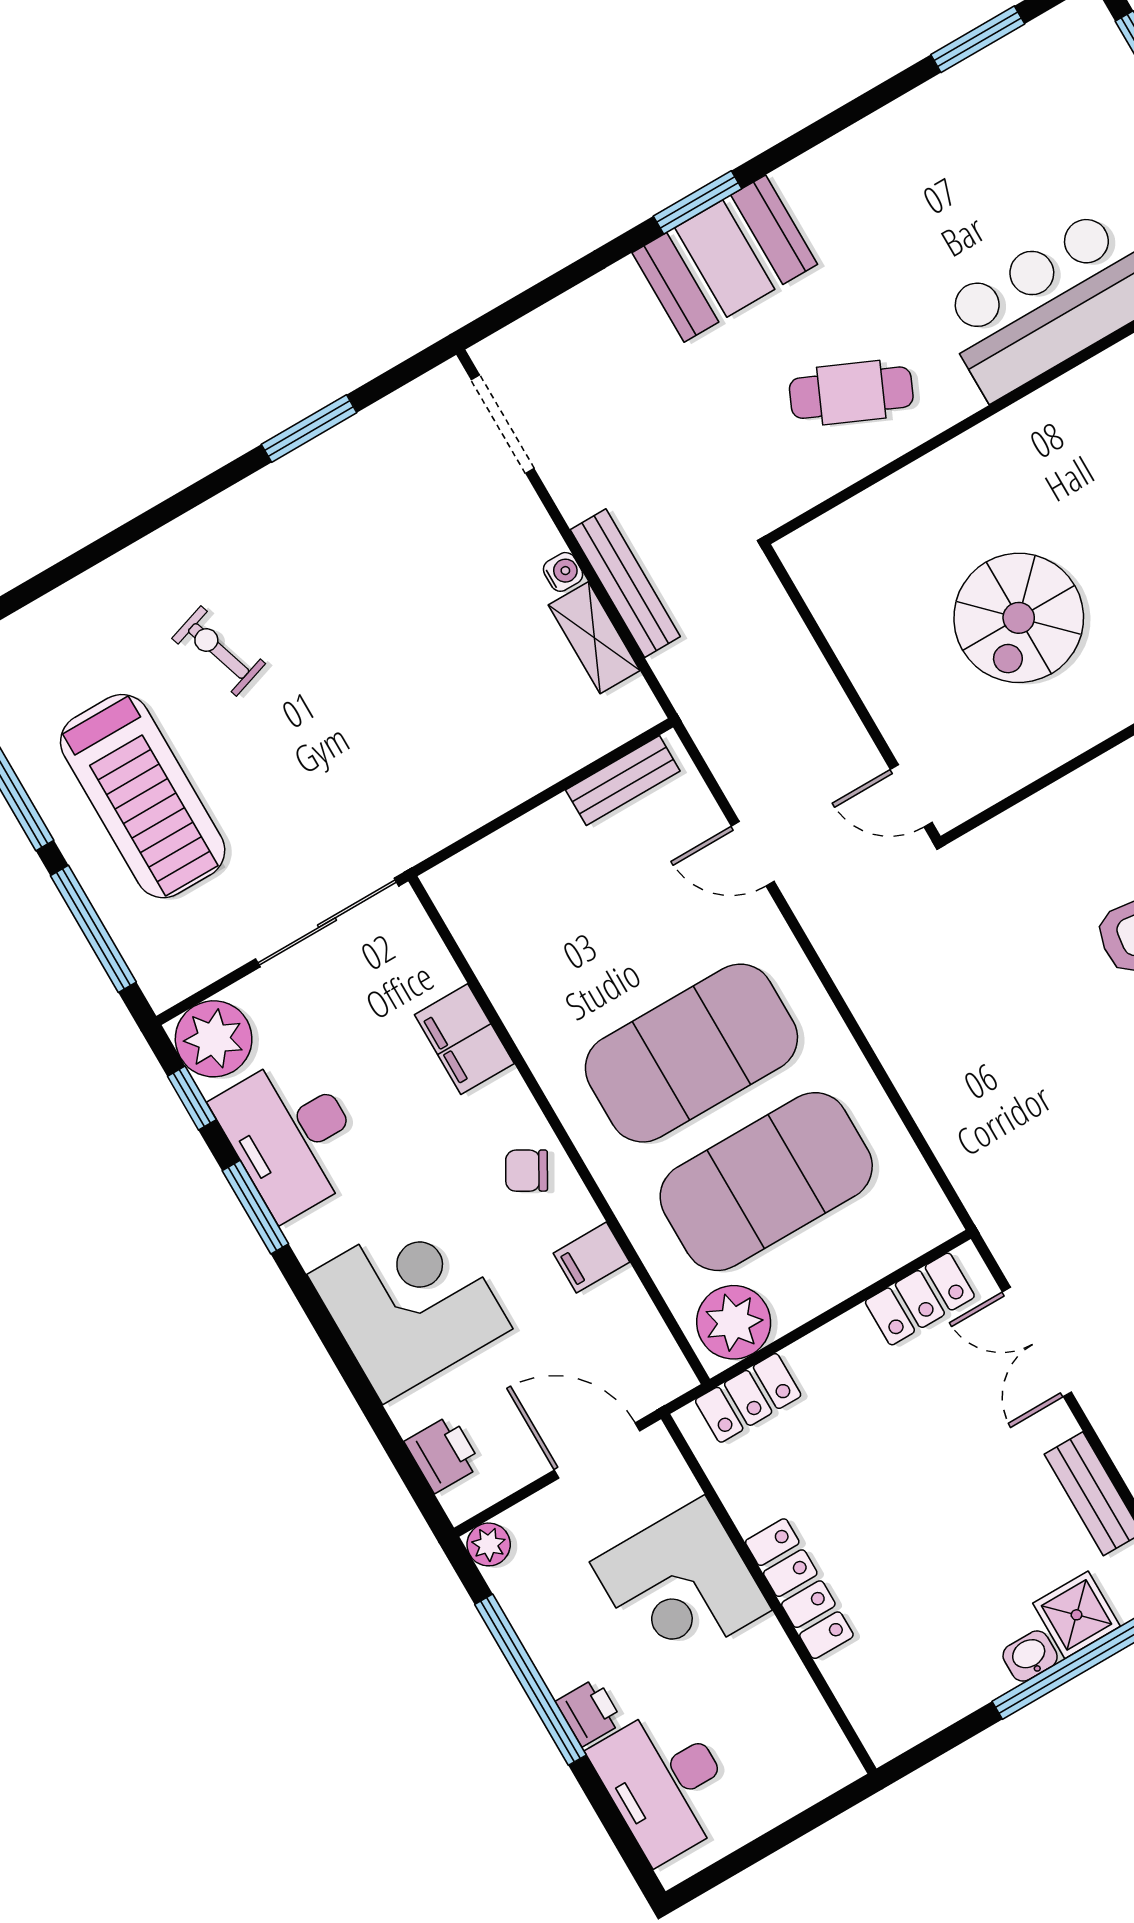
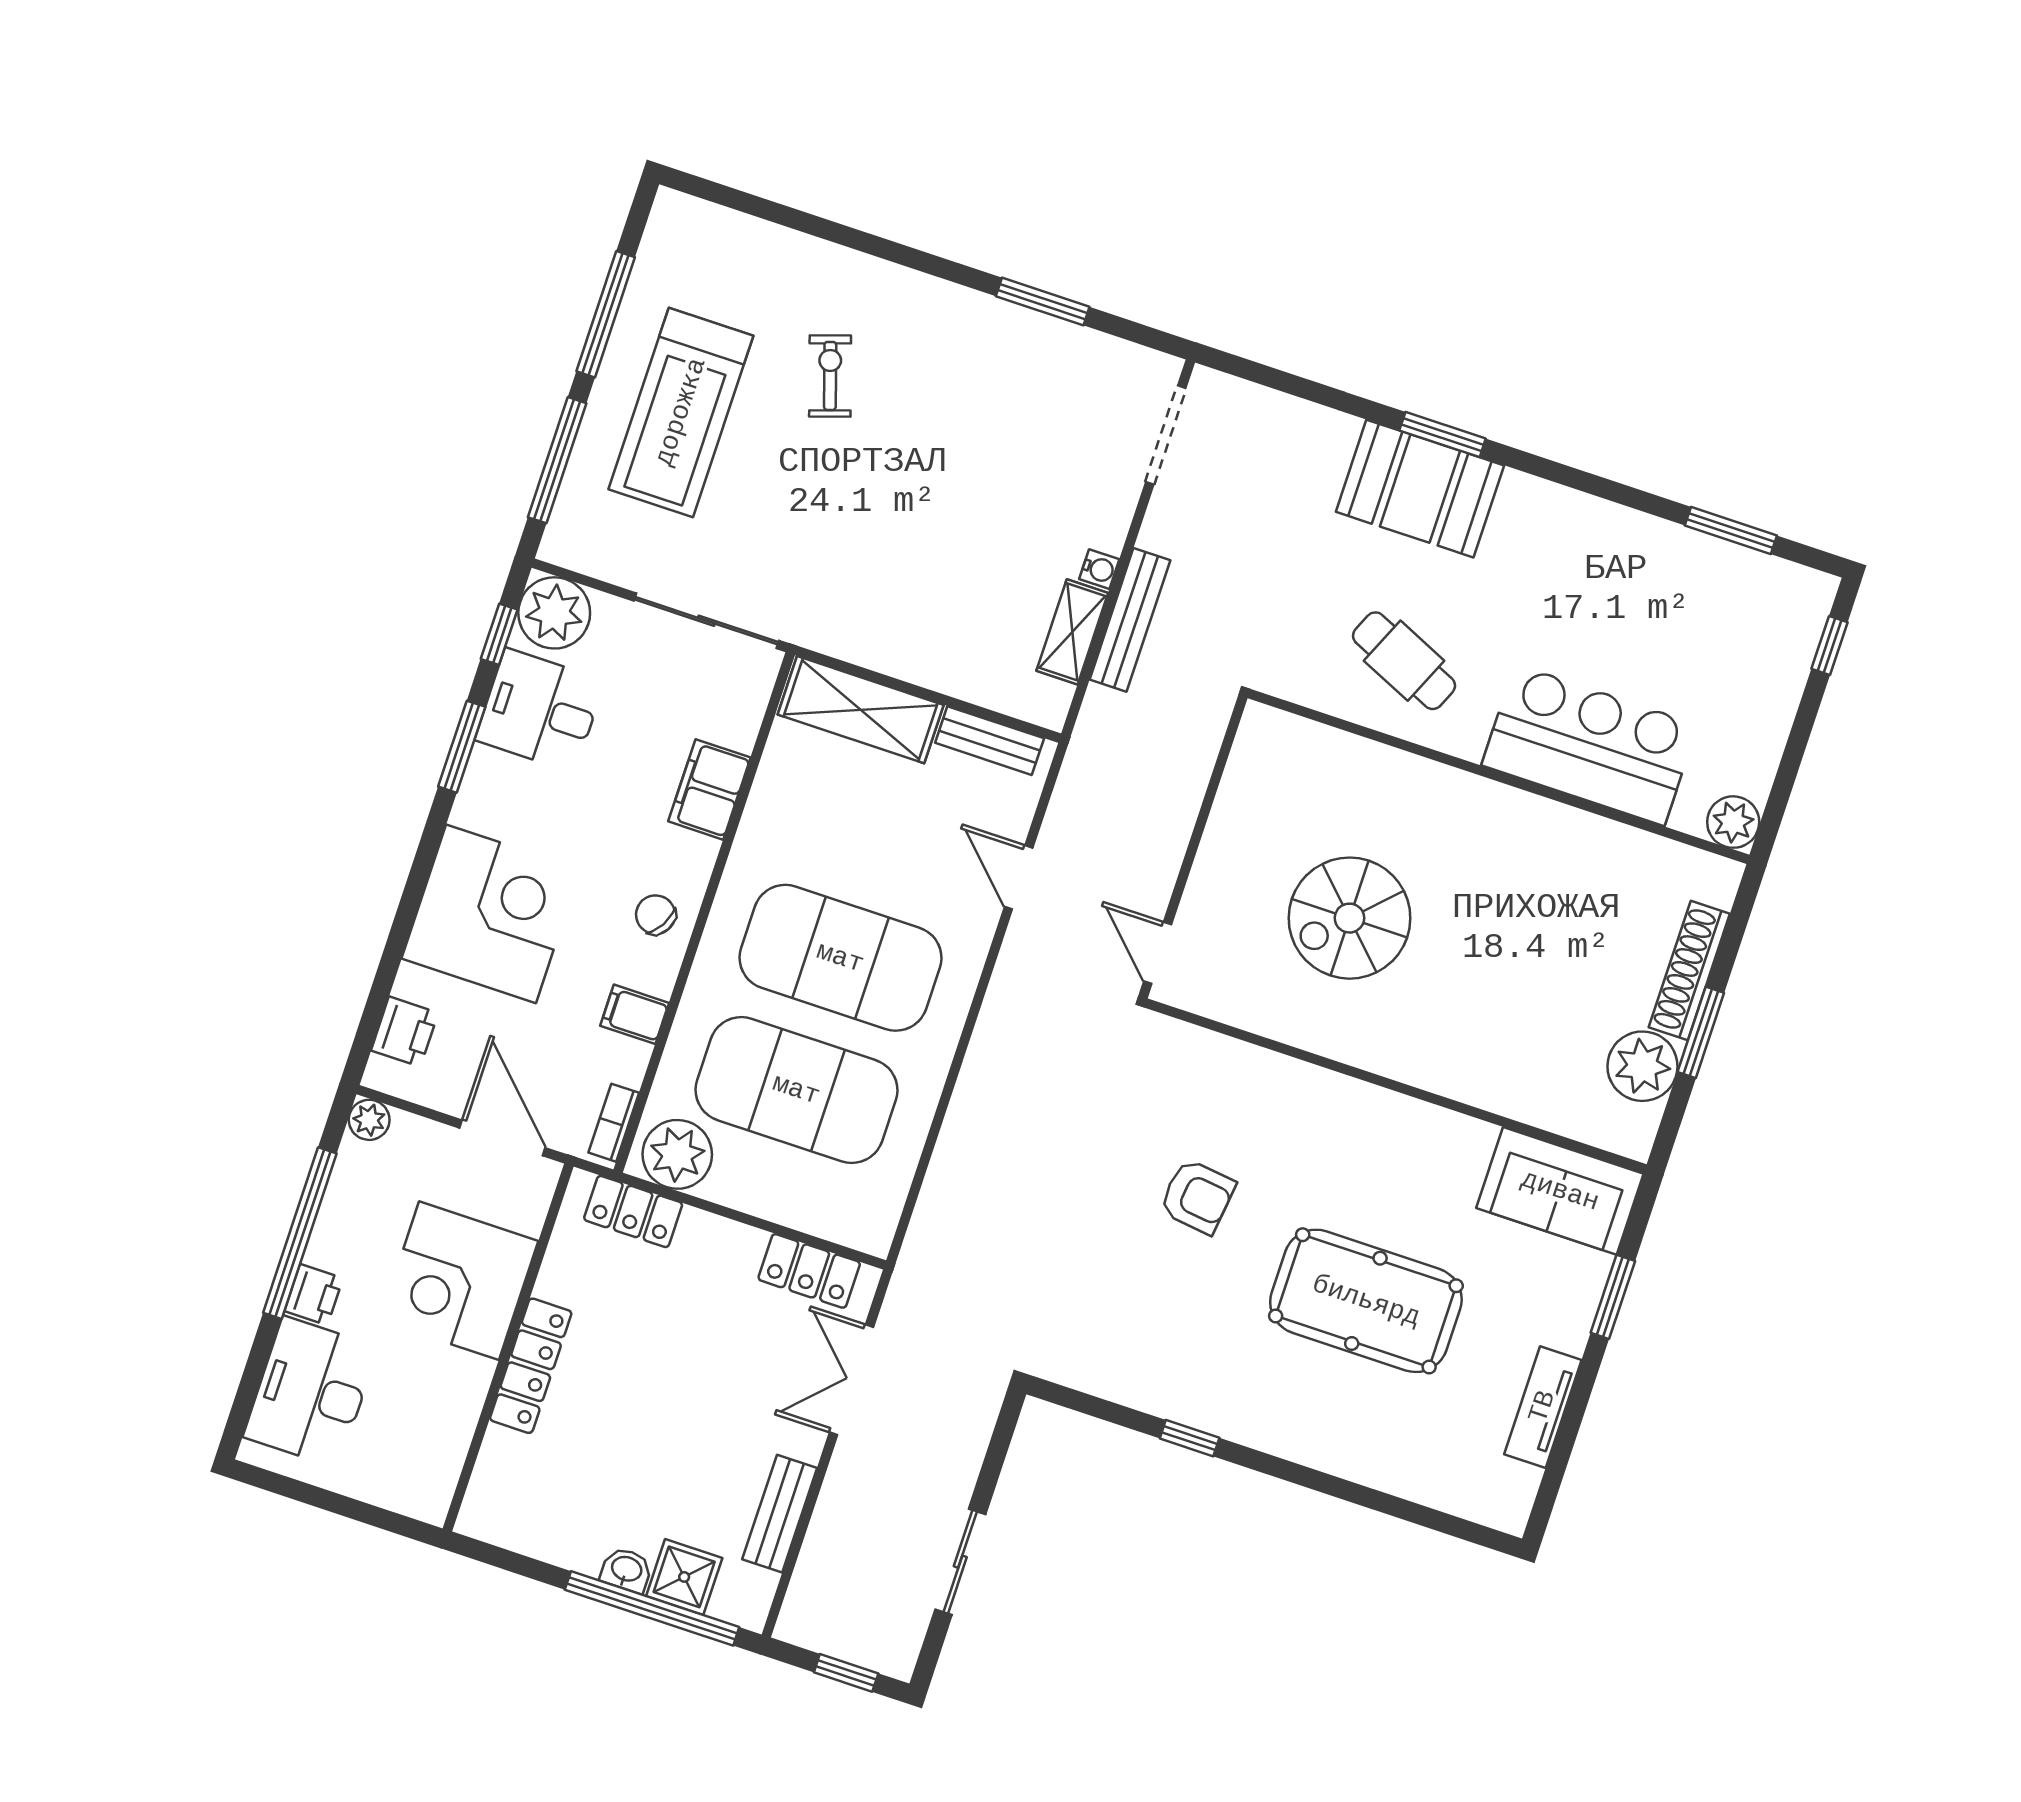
shelving: (507, 862) -> (861, 710), added
desk: (291, 1136) -> (540, 710), width x0.73
bookcase: (663, 1351) -> (614, 1123), added

